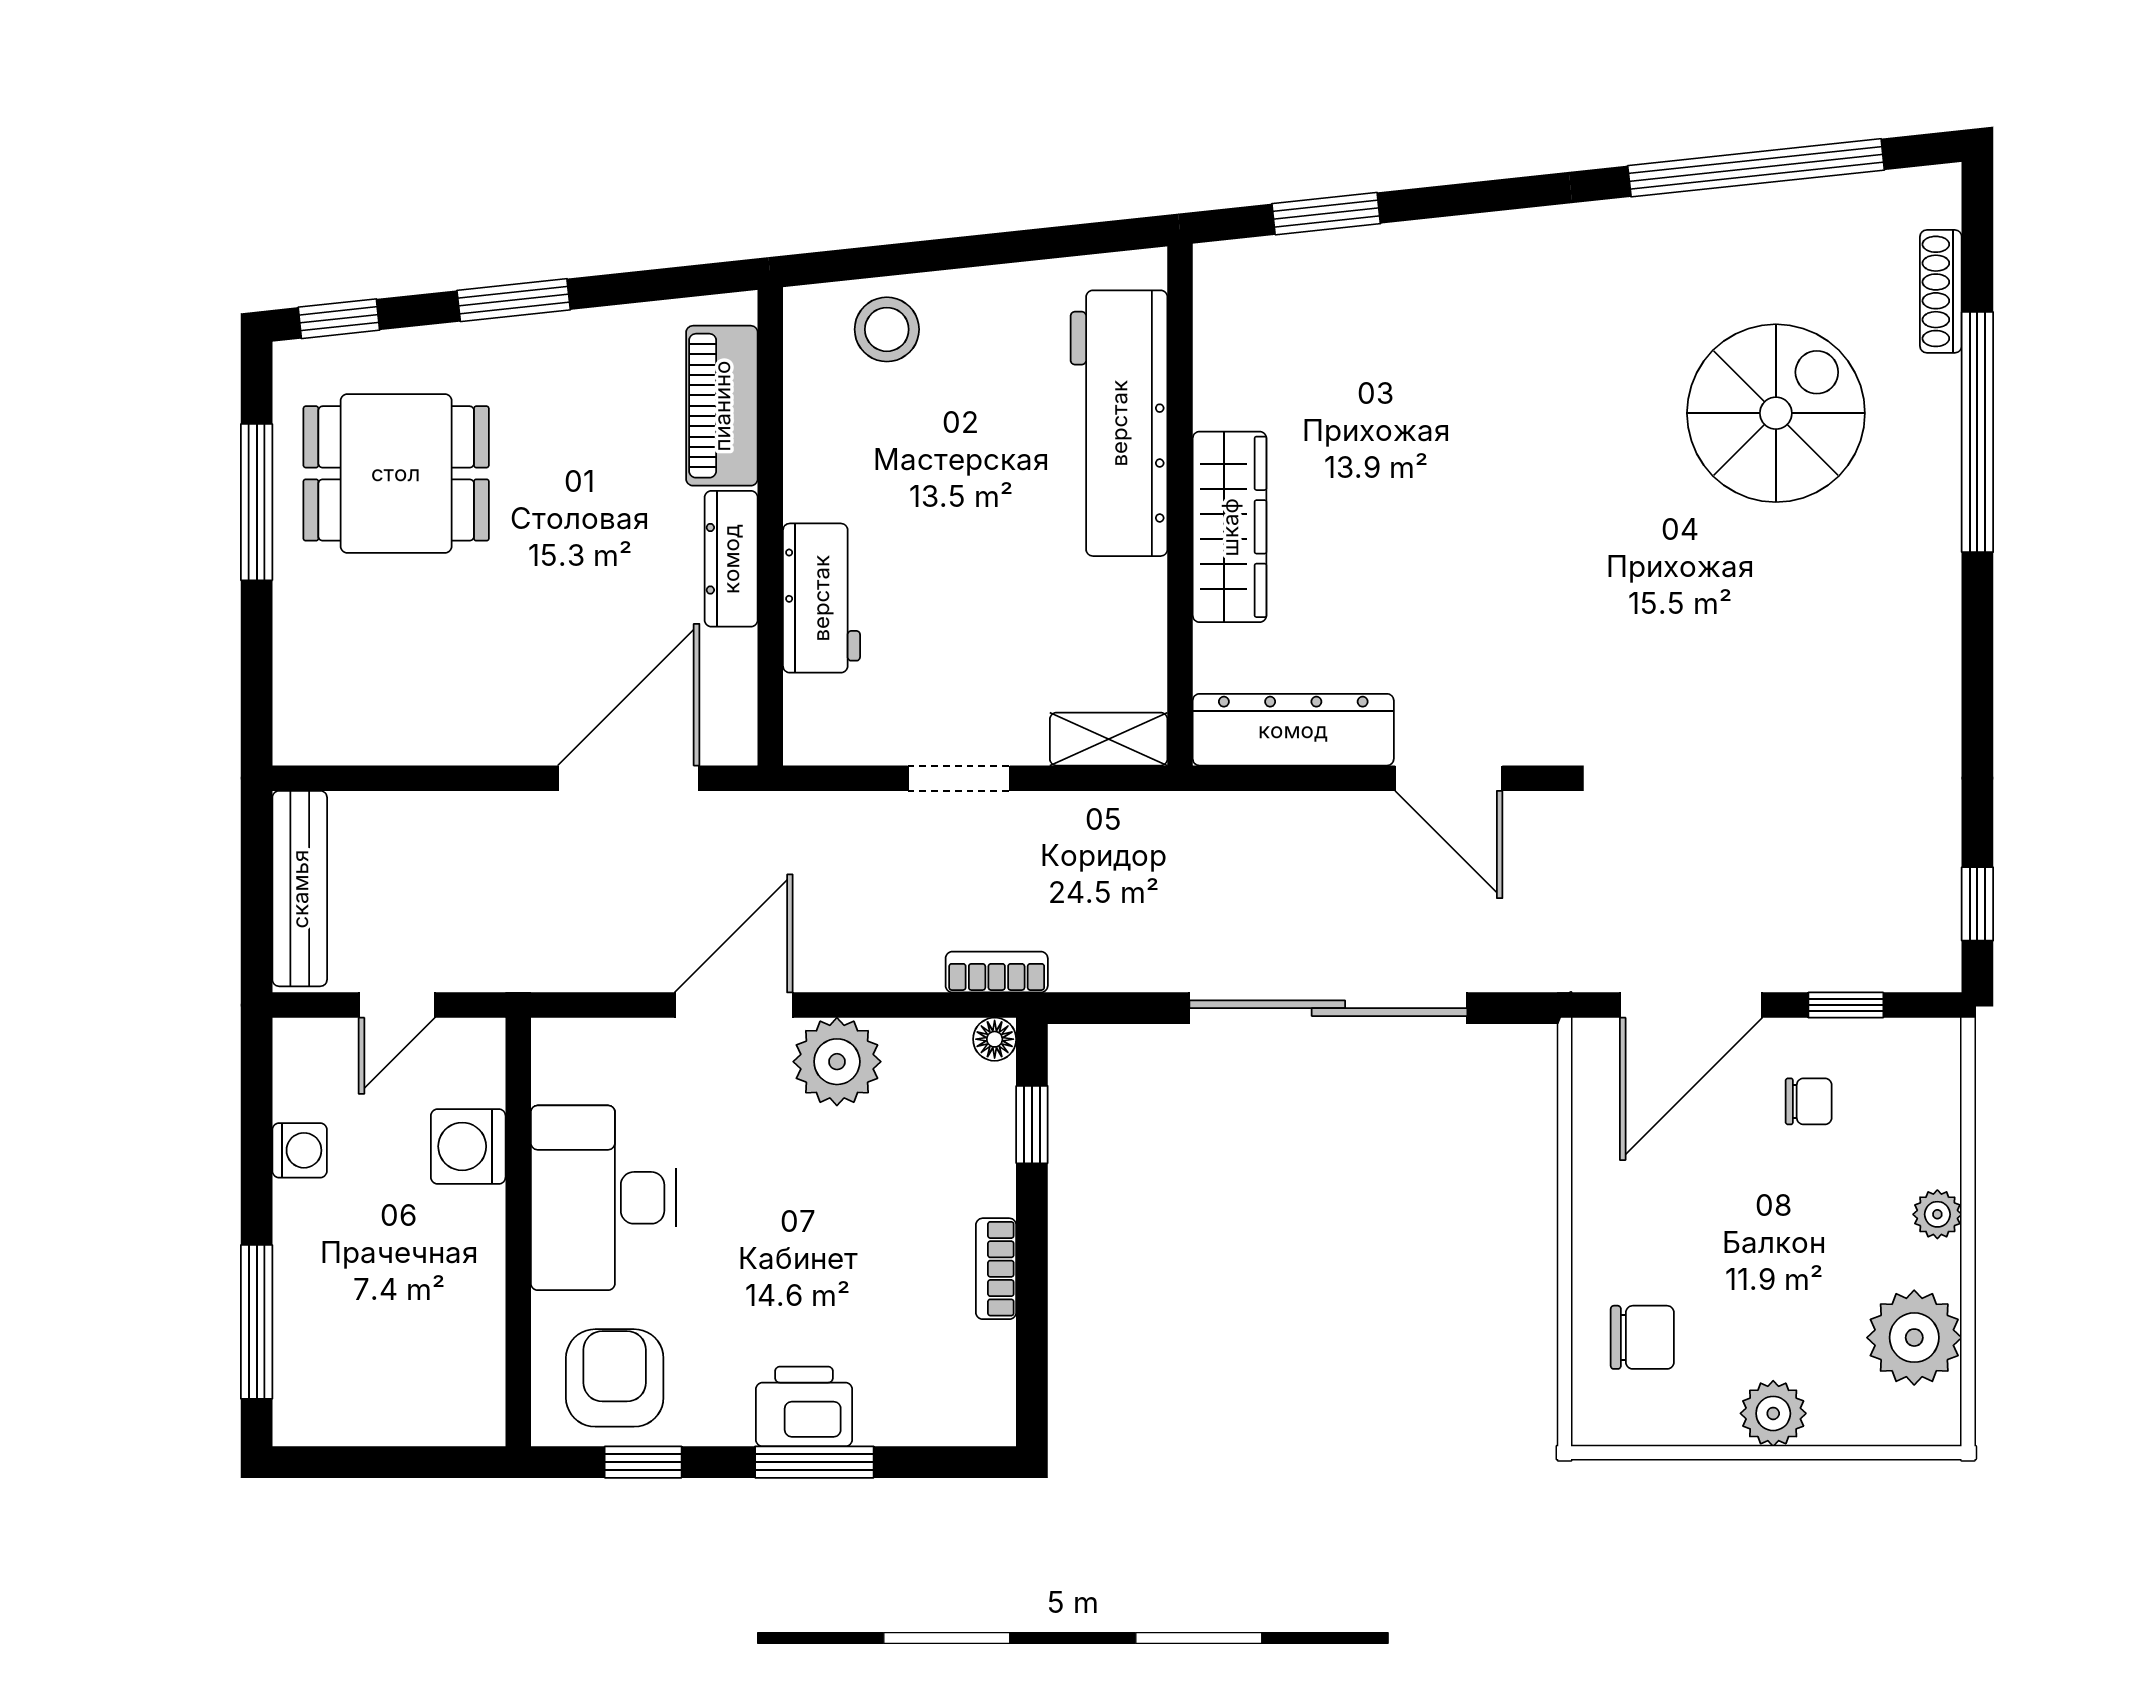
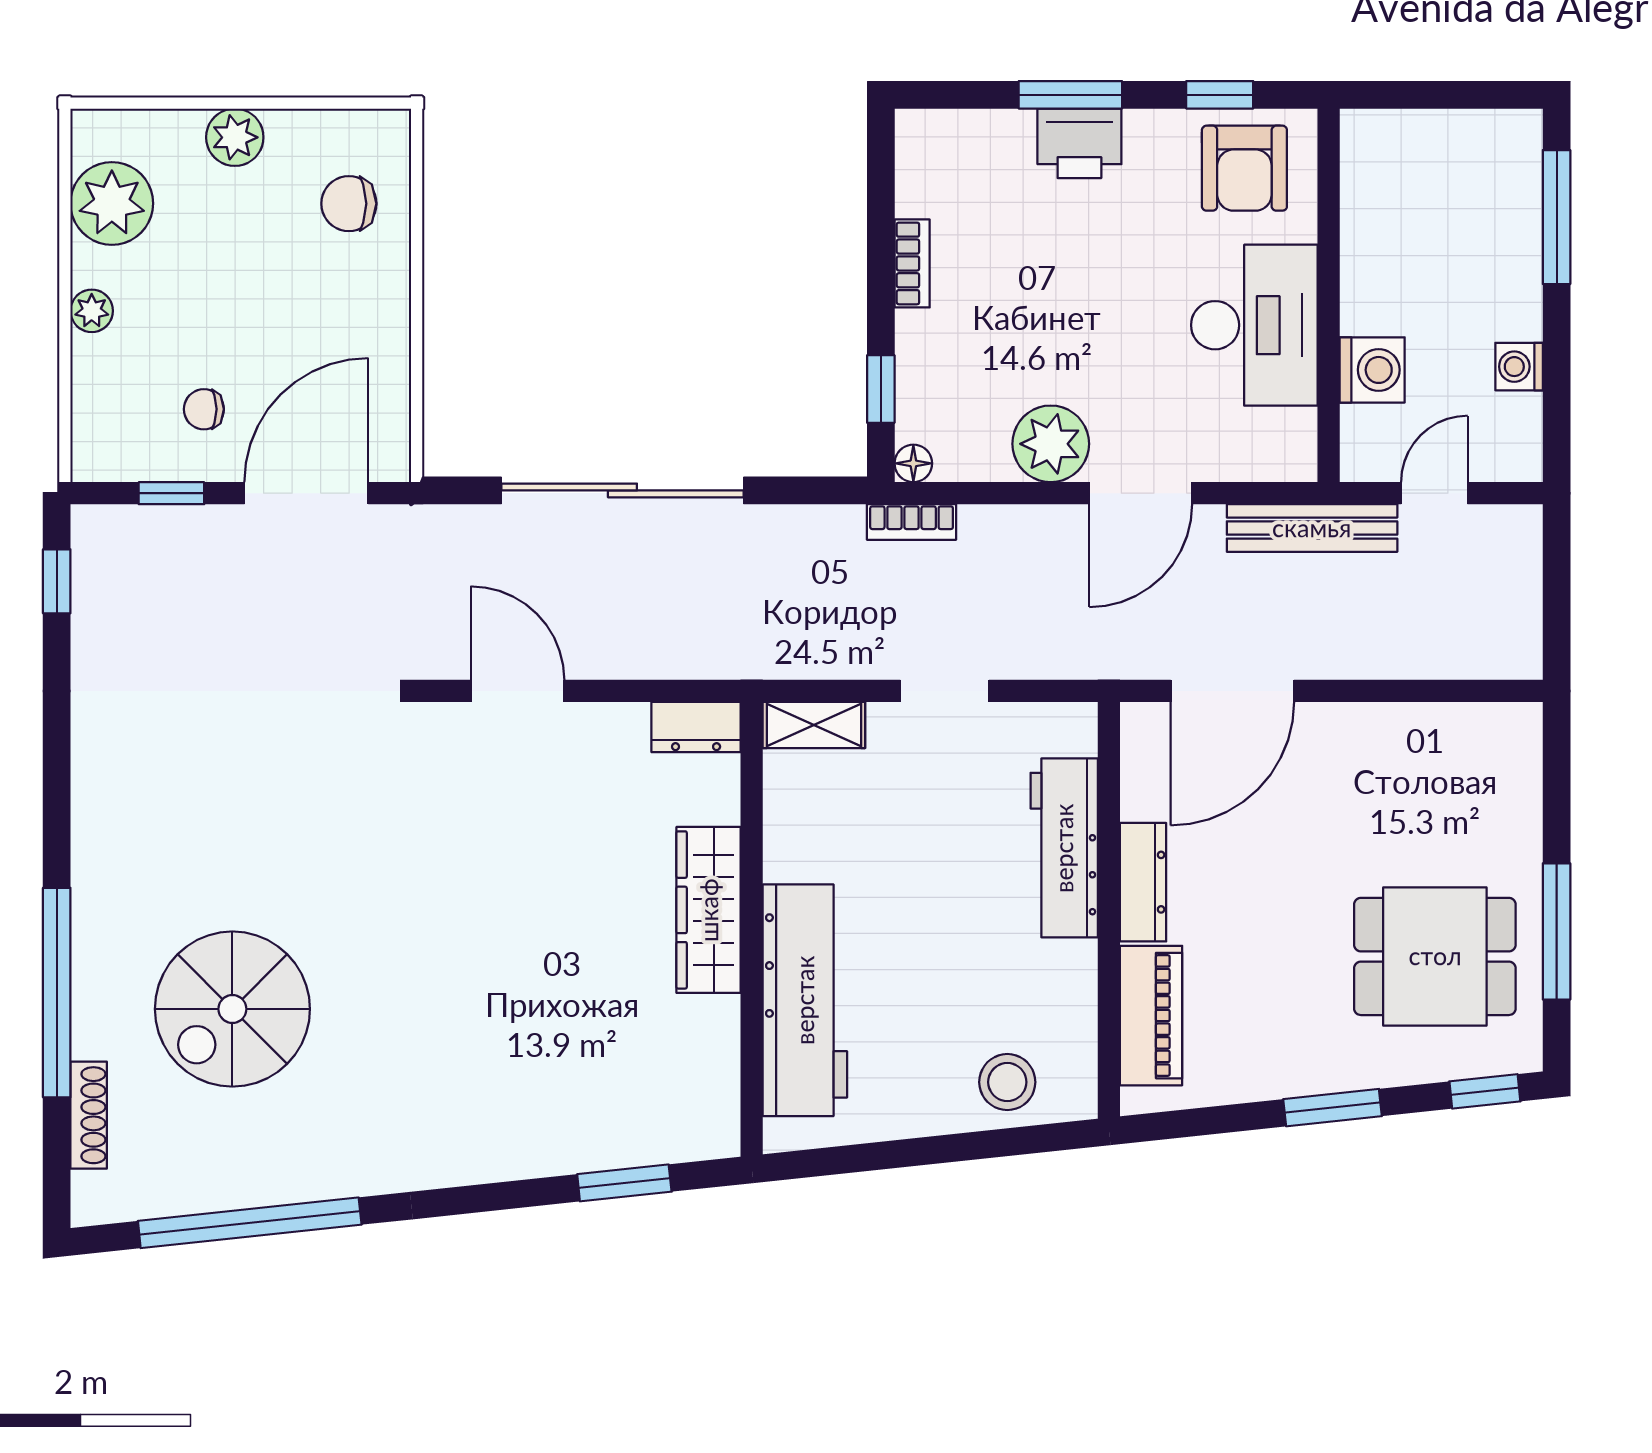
workbench: (821, 598) -> (1064, 848), width x1.38
dresser: (1293, 730) -> (696, 727), width x0.51, depth x0.80
bench: (300, 889) -> (1312, 528), moved, turned 90

